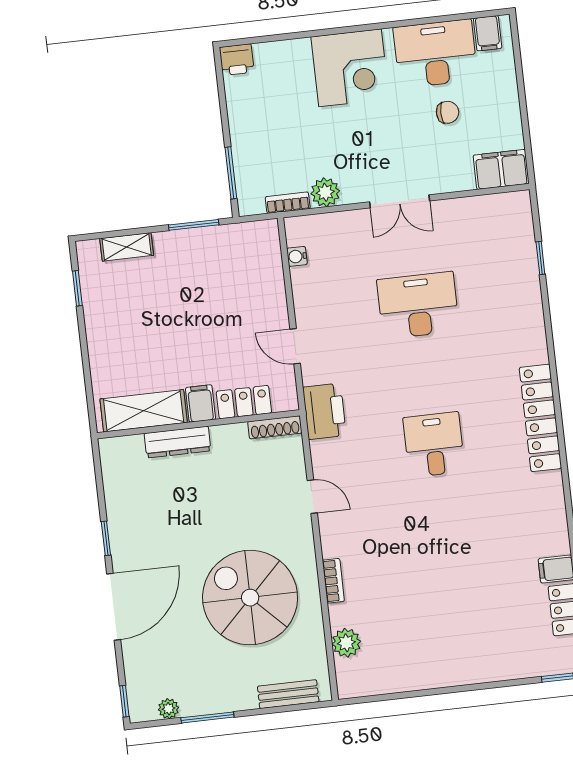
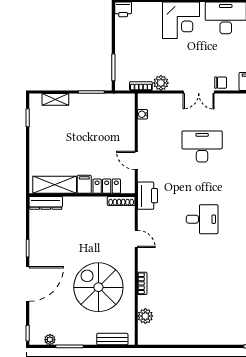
chair: (448, 112) -> (221, 83), moved
dresser: (178, 442) -> (46, 203), moved
desk: (434, 445) -> (202, 219), turned 90

